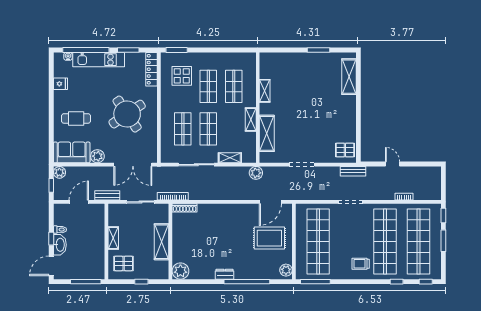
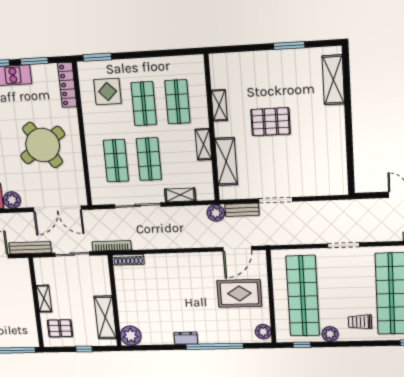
pallet: (345, 150) -> (270, 122), moved, width x1.50, depth x1.42
bench: (353, 171) -> (242, 210), moved
bench: (107, 195) -> (30, 248), width x1.36
shelving: (162, 242) -> (105, 317), moved
plant: (337, 273) -> (330, 334), added
window: (315, 282) -> (302, 345), width x0.46

